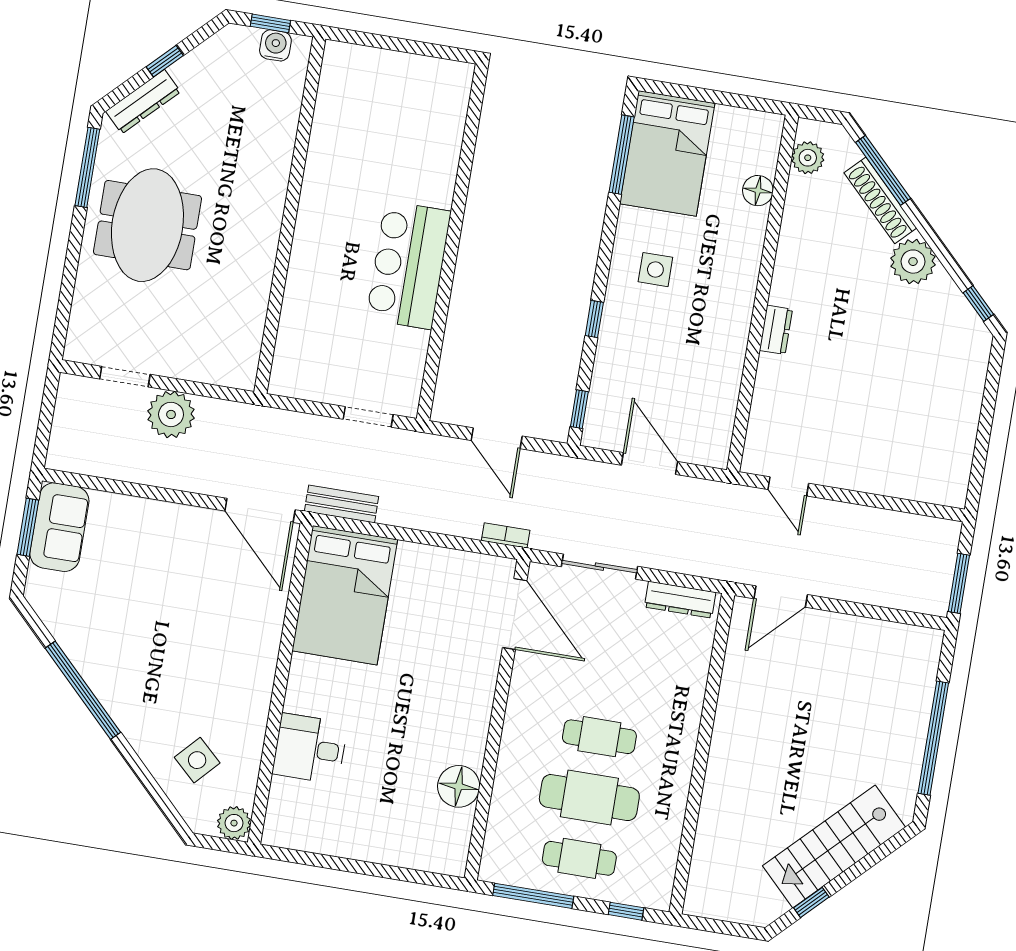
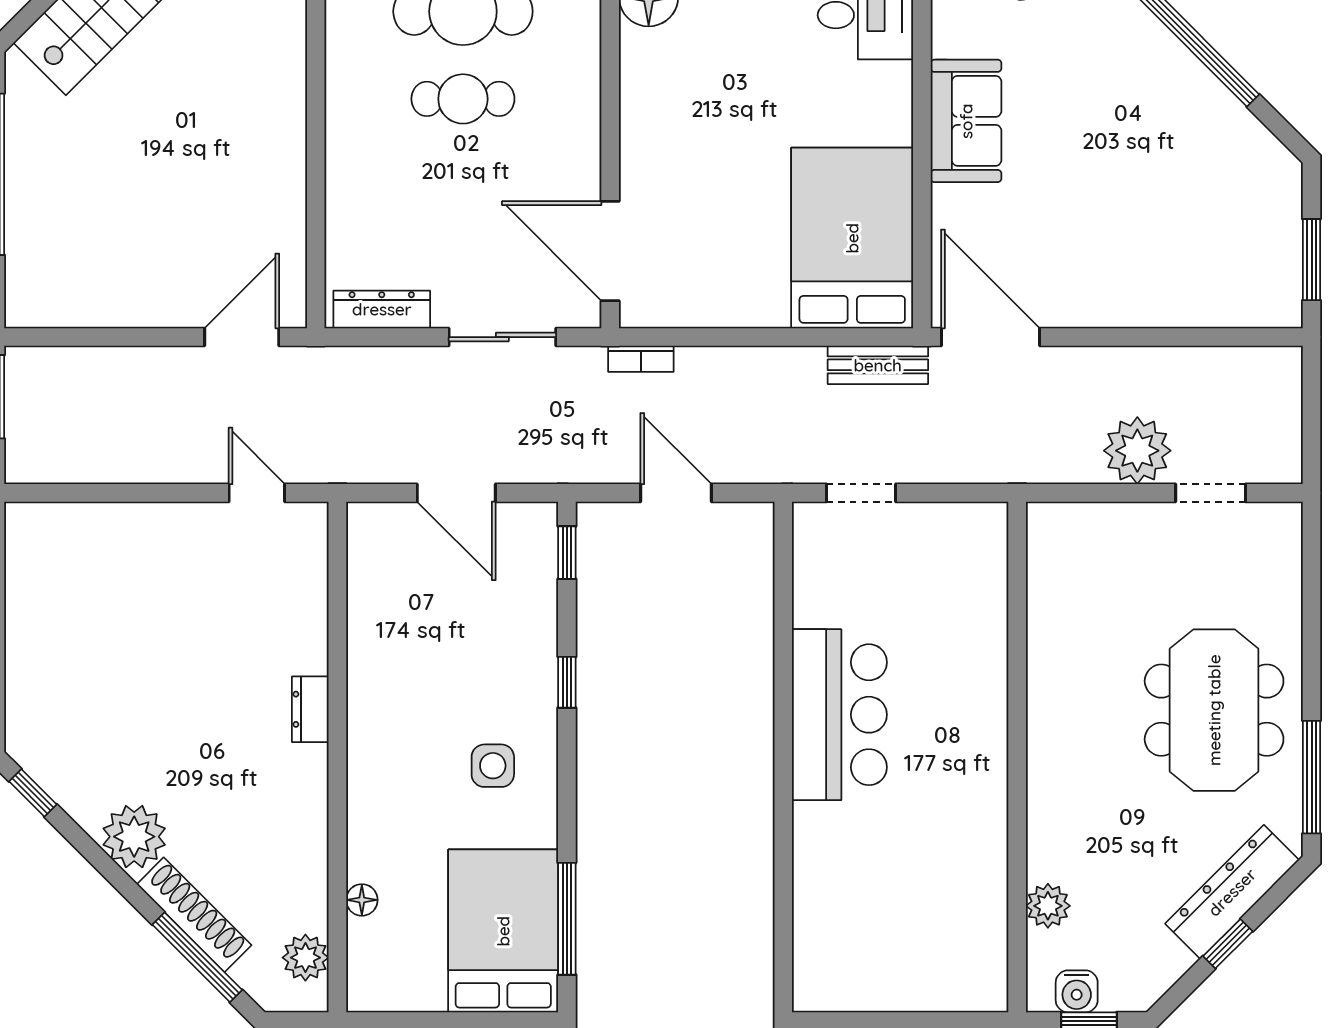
dresser: (143, 102) -> (1232, 892), width x1.37, depth x1.24
plant: (286, 108) -> (1048, 906), added
floor lamp: (758, 191) -> (362, 900), width x0.73, depth x0.73
sofa: (59, 527) -> (966, 121), moved, turned 180

